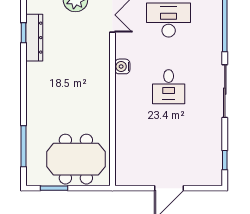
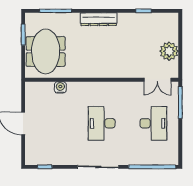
dresser: (34, 38) -> (99, 19), moved
water cooler: (122, 66) -> (60, 87), moved
desk: (169, 87) -> (102, 123), width x1.37

